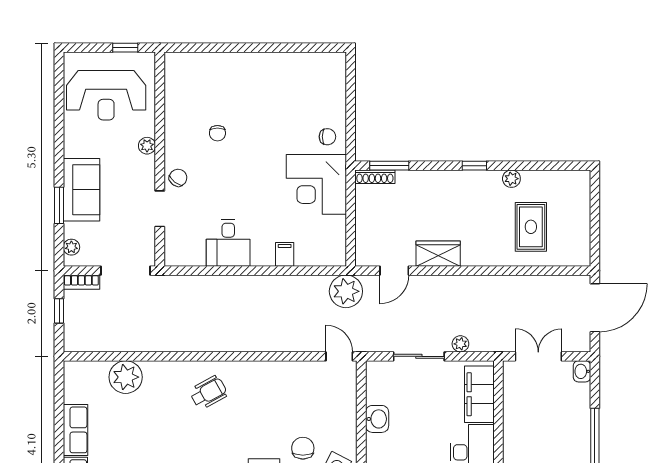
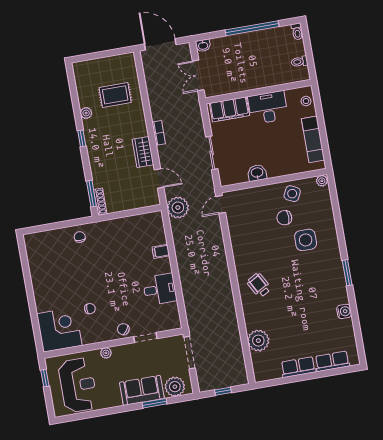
corner desk: (316, 184) -> (59, 330), moved, turned -90
plant: (71, 247) -> (175, 387), width x1.87, depth x1.87
bookcase: (81, 282) -> (159, 133), moved
plant: (460, 344) -> (199, 127), removed

